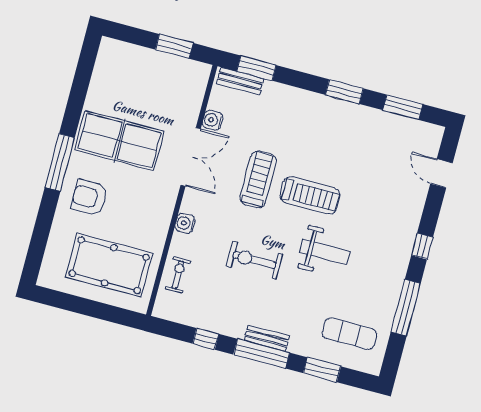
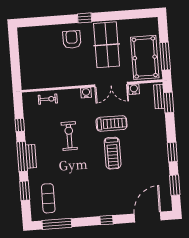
window: (174, 46) -> (165, 56), width x1.44
window: (60, 162) -> (85, 18), width x0.46
door: (441, 173) -> (148, 217), width x1.88
water cooler: (185, 223) -> (86, 93), moved
weight bench: (325, 252) -> (86, 171), removed
pool table: (109, 265) -> (145, 57), moved
window: (406, 308) -> (57, 224), moved

